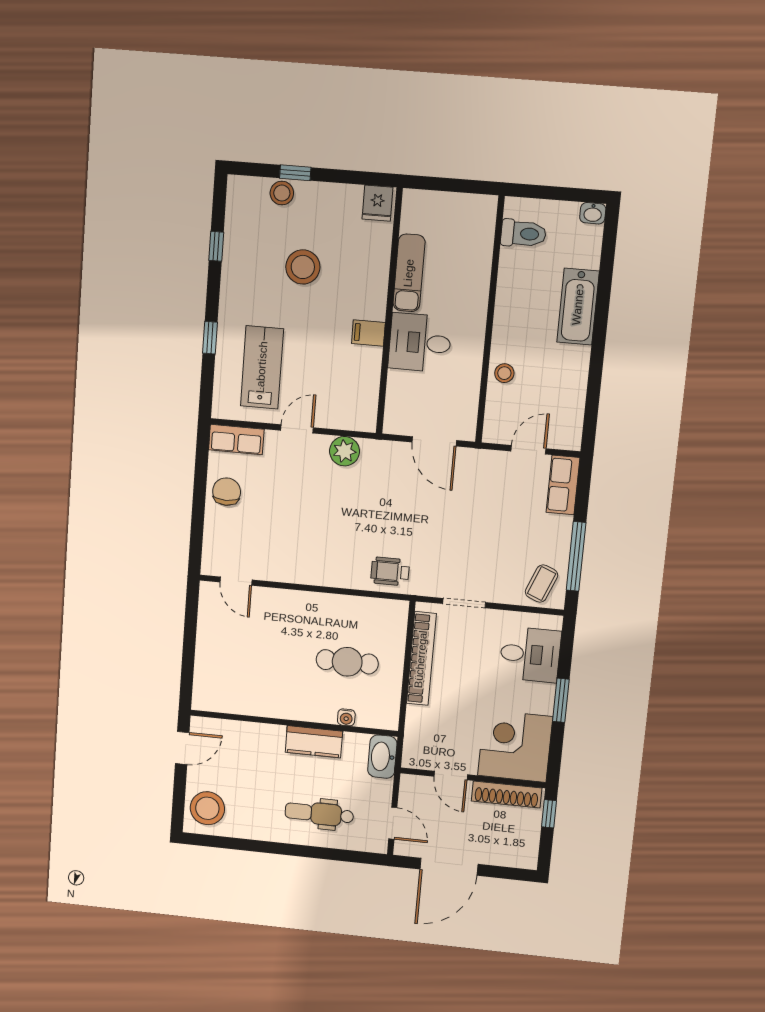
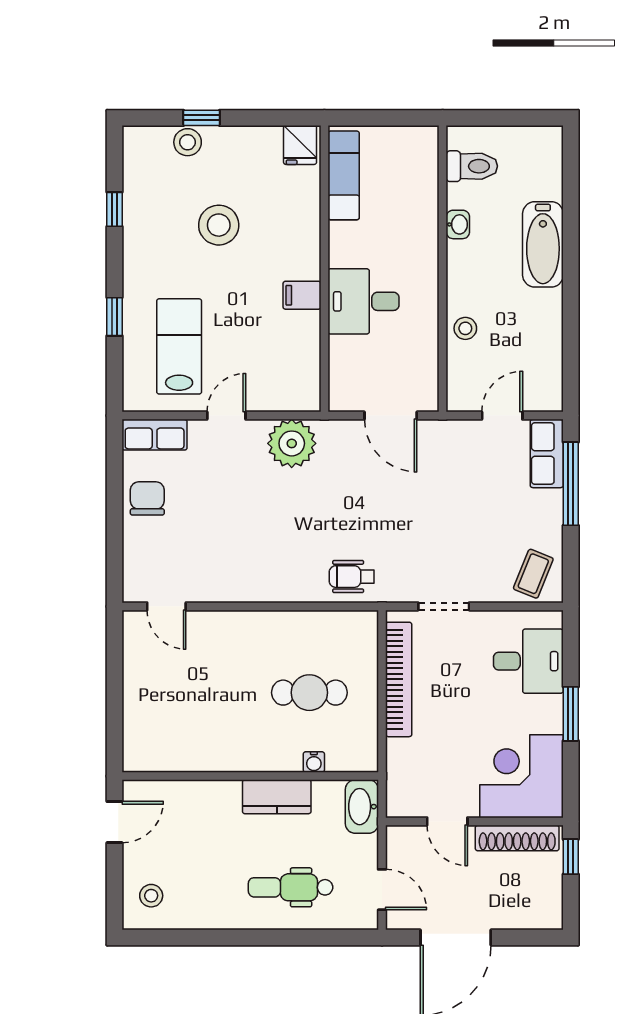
washbasin: (593, 213) -> (458, 224), moved, turned -90
exam couch: (409, 273) -> (344, 175), moved
plant: (345, 451) -> (292, 443), width x1.36, depth x1.36
window: (576, 556) -> (571, 484), moved
stool: (207, 808) -> (151, 896), width x0.53, depth x0.53

